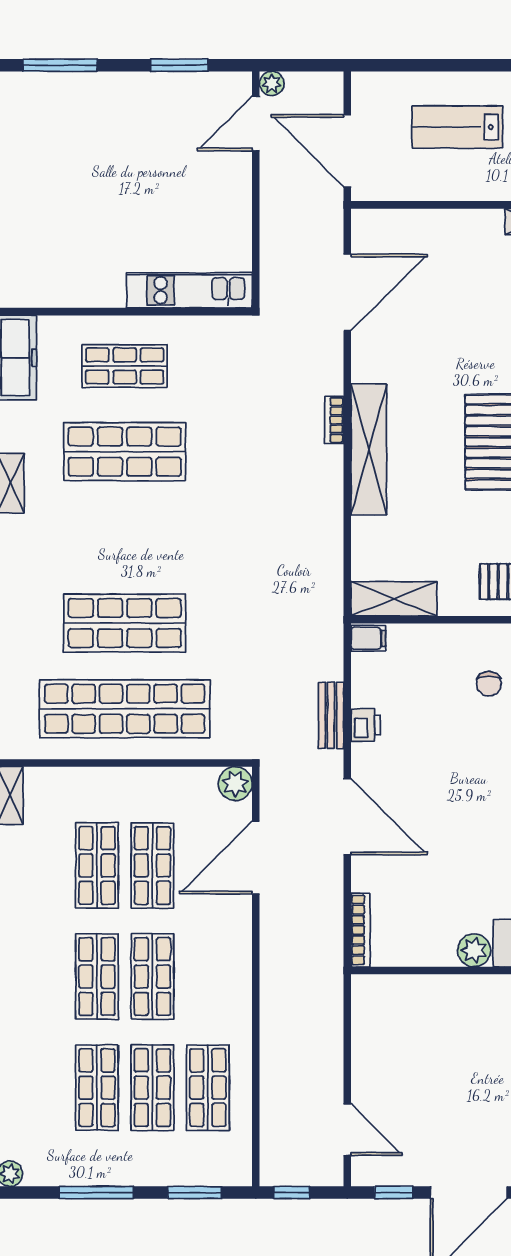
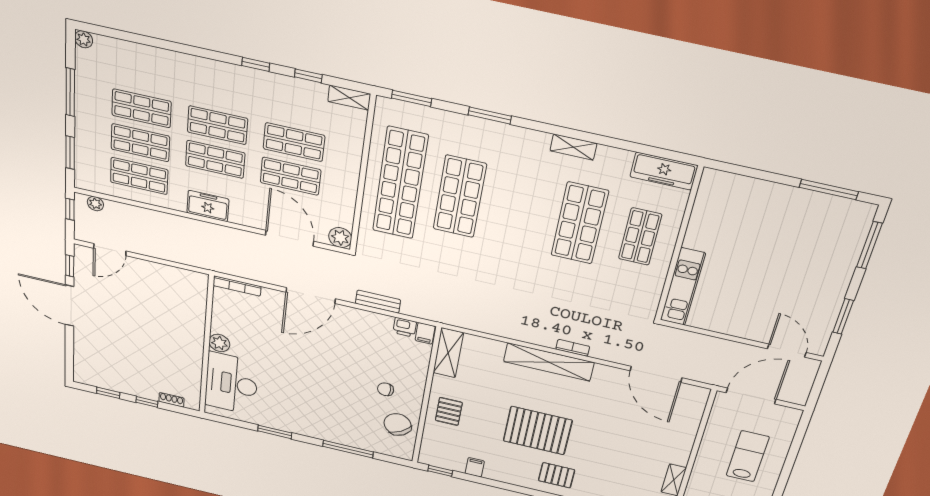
plant: (272, 84) -> (95, 204), moved
printer: (366, 725) -> (405, 327), moved
freezer: (232, 983) -> (208, 206), added

